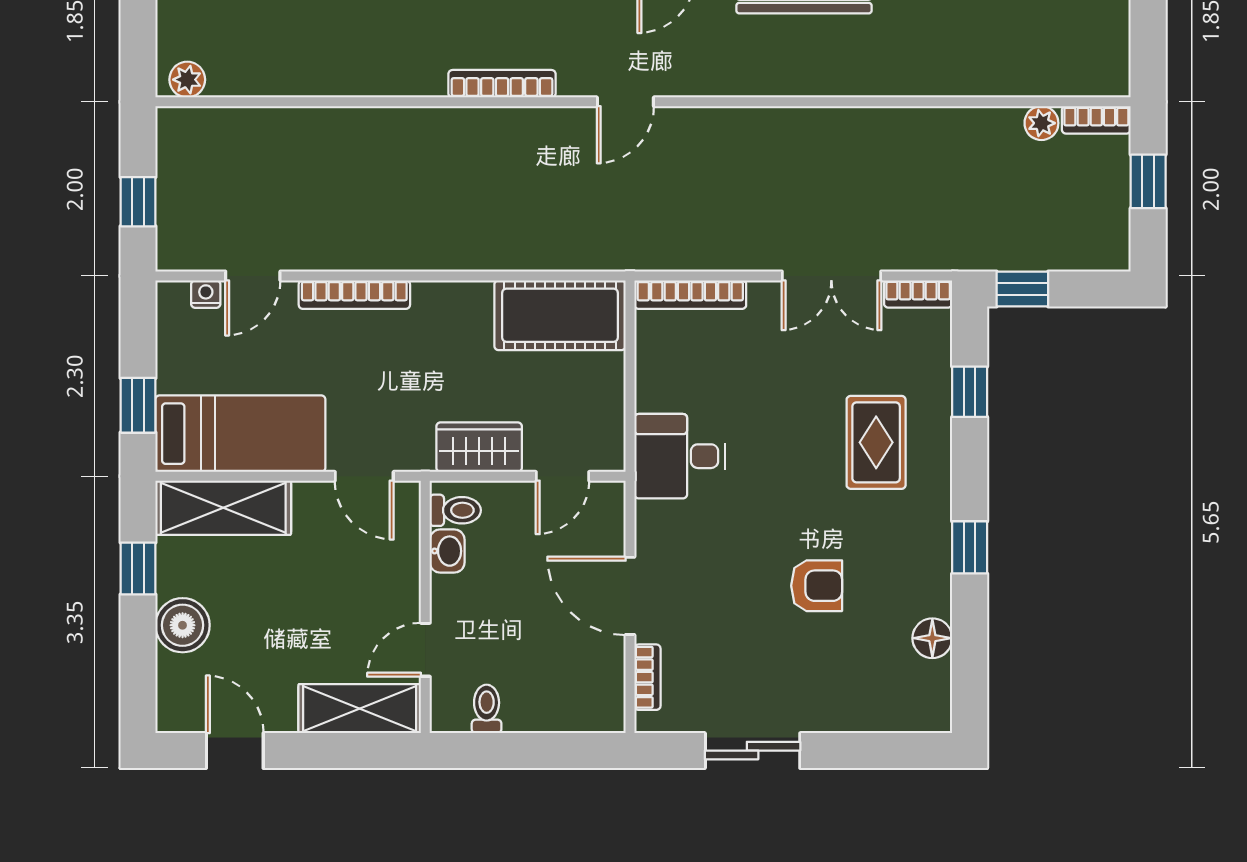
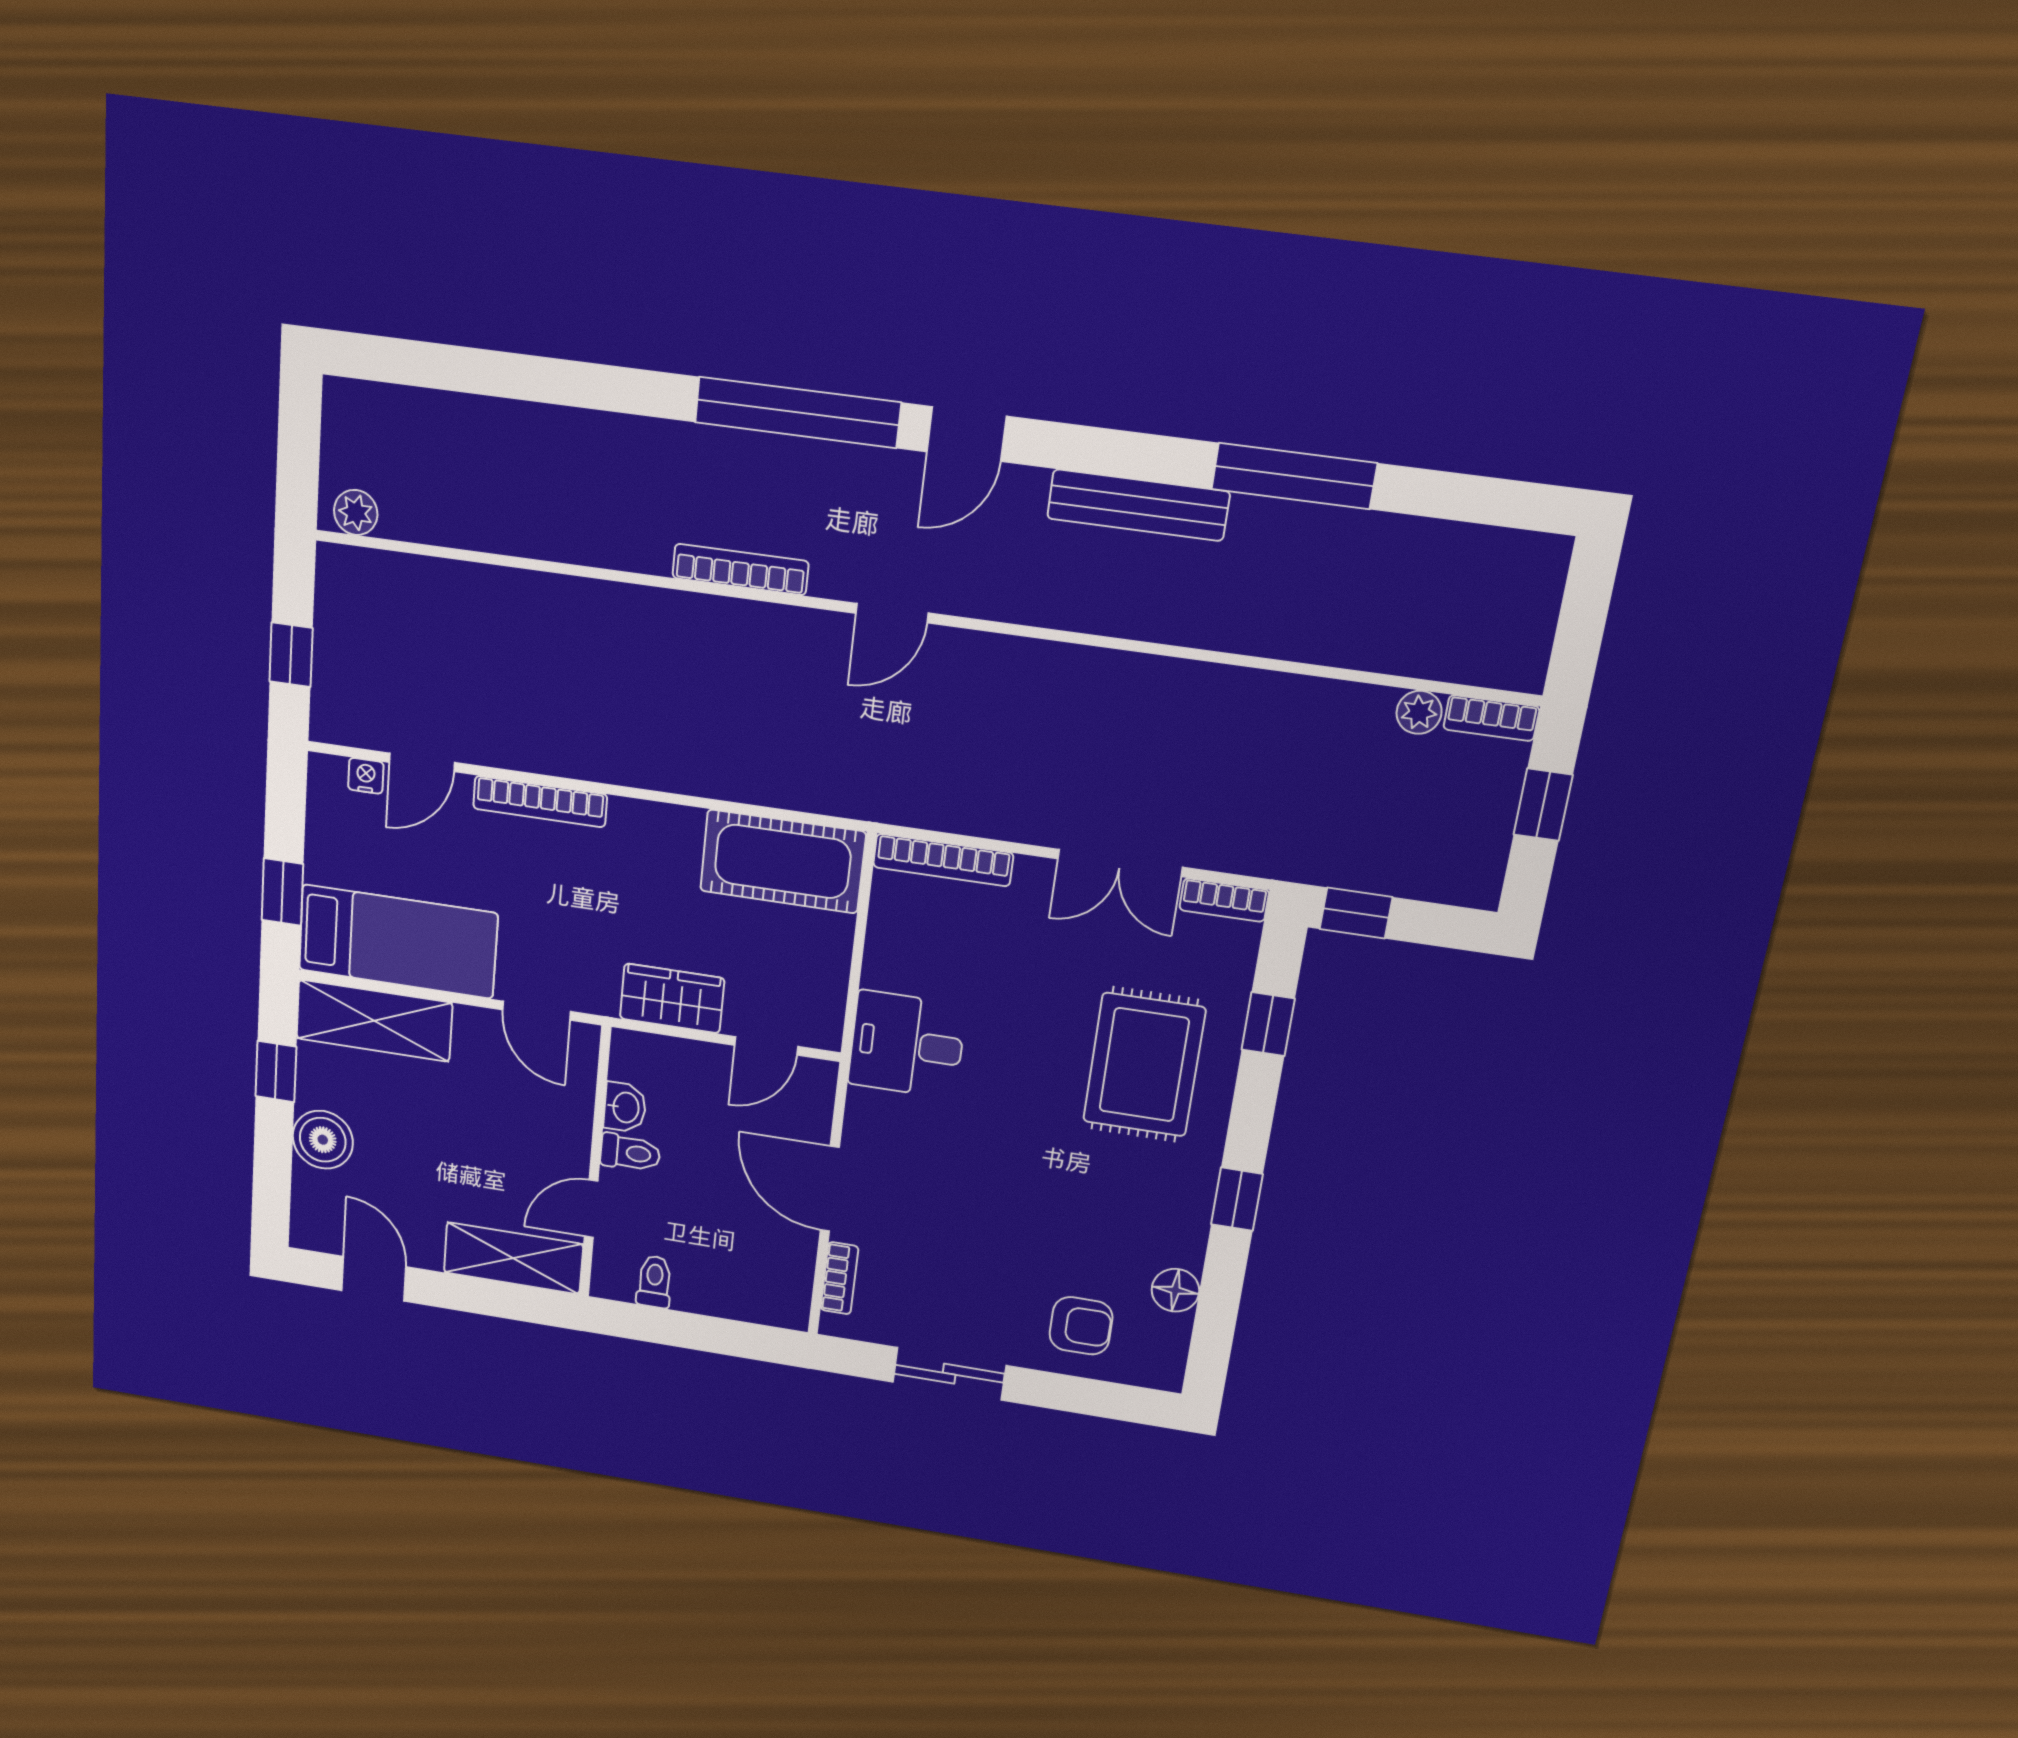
rug: (876, 442) -> (1144, 1065), width x1.36, depth x1.43
toilet: (455, 510) -> (630, 1153), moved
armchair: (817, 586) -> (1081, 1326), moved

